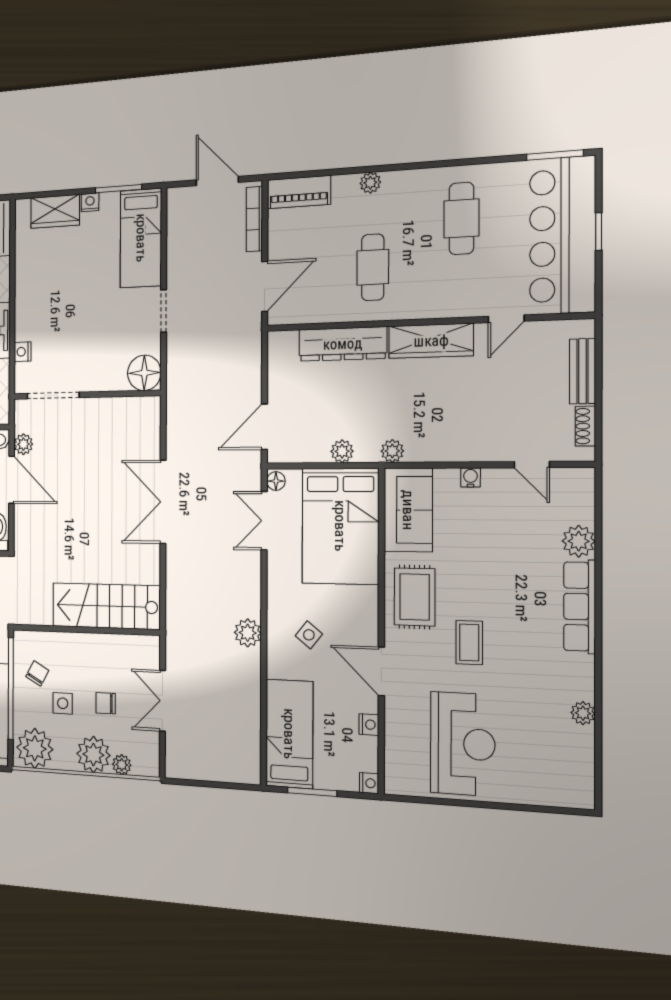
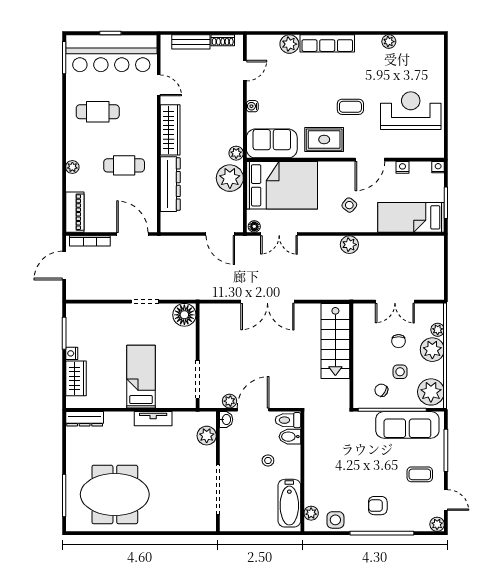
bed: (141, 238) -> (141, 377), moved, turned -90
nightstand: (23, 352) -> (168, 402), removed
plant: (342, 451) -> (230, 178), width x1.88, depth x1.88

